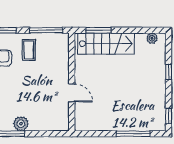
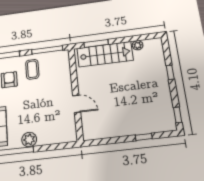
plant: (152, 38) -> (138, 45), moved
window: (133, 134) -> (144, 137), width x0.46

